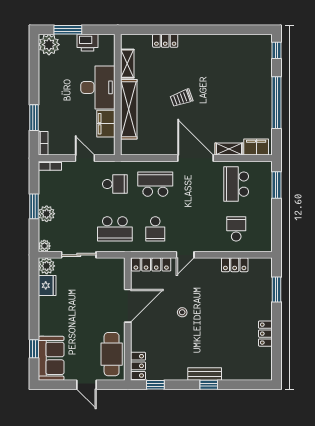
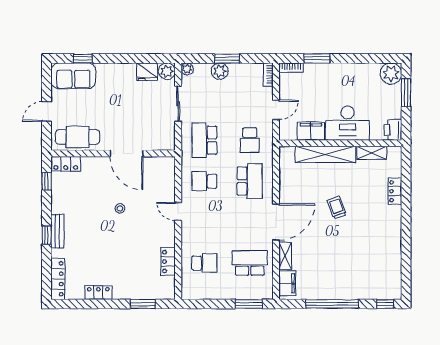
printer: (87, 43) -> (393, 130), moved
locker: (151, 264) -> (58, 279), moved, turned 180

